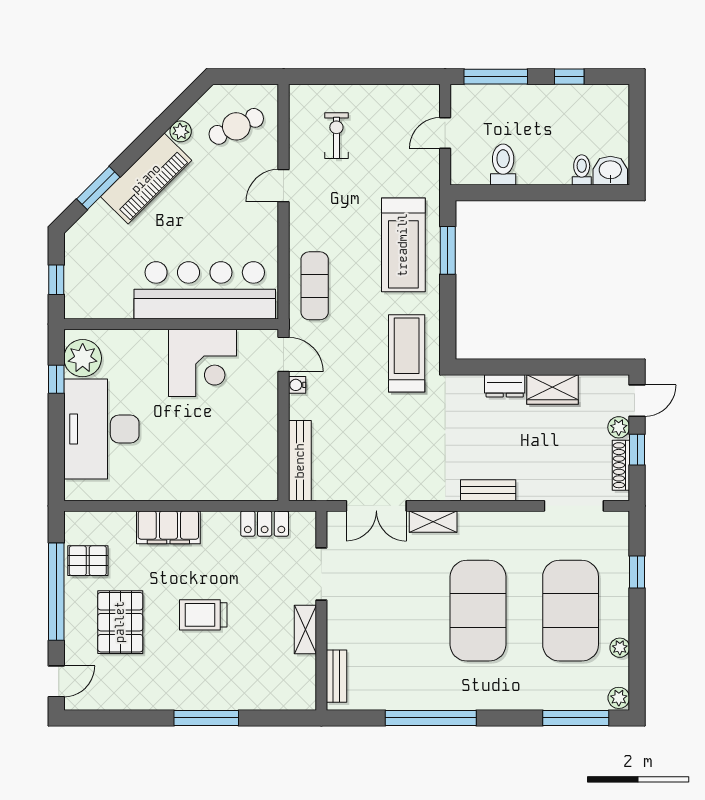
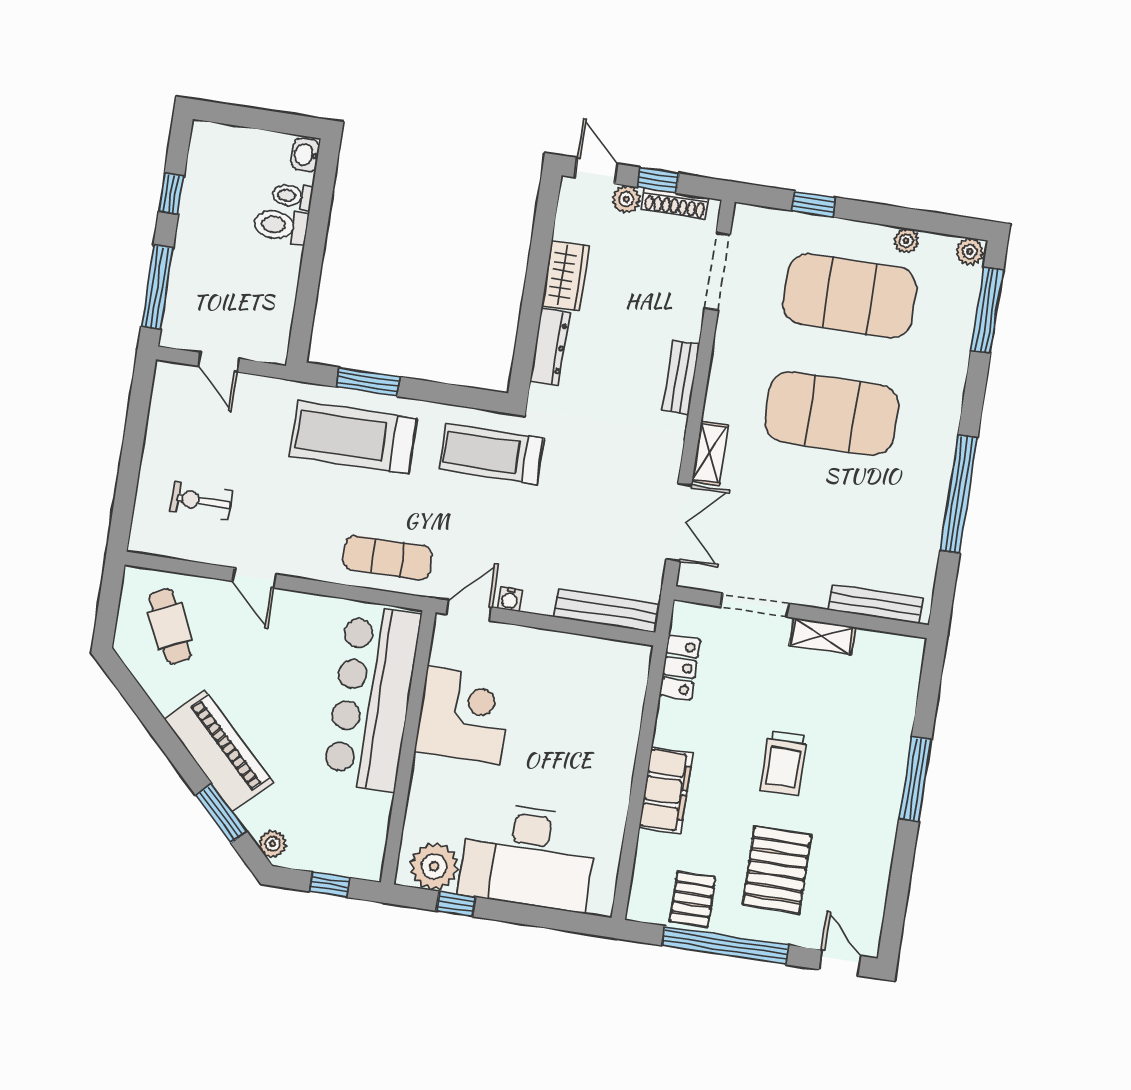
plant: (181, 131) -> (273, 844), moved
toilet: (503, 165) -> (281, 225), moved
washbasin: (610, 171) -> (305, 155), width x0.72, depth x0.69
treadmill: (403, 245) -> (353, 437), turned 180
dresser: (505, 386) -> (550, 347), width x1.44
pallet: (120, 622) -> (777, 870), turned 90
bench: (337, 676) -> (875, 604), width x1.36

